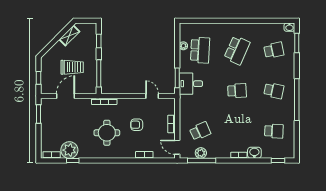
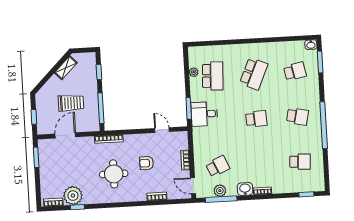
washbasin: (254, 153) -> (245, 189), moved

